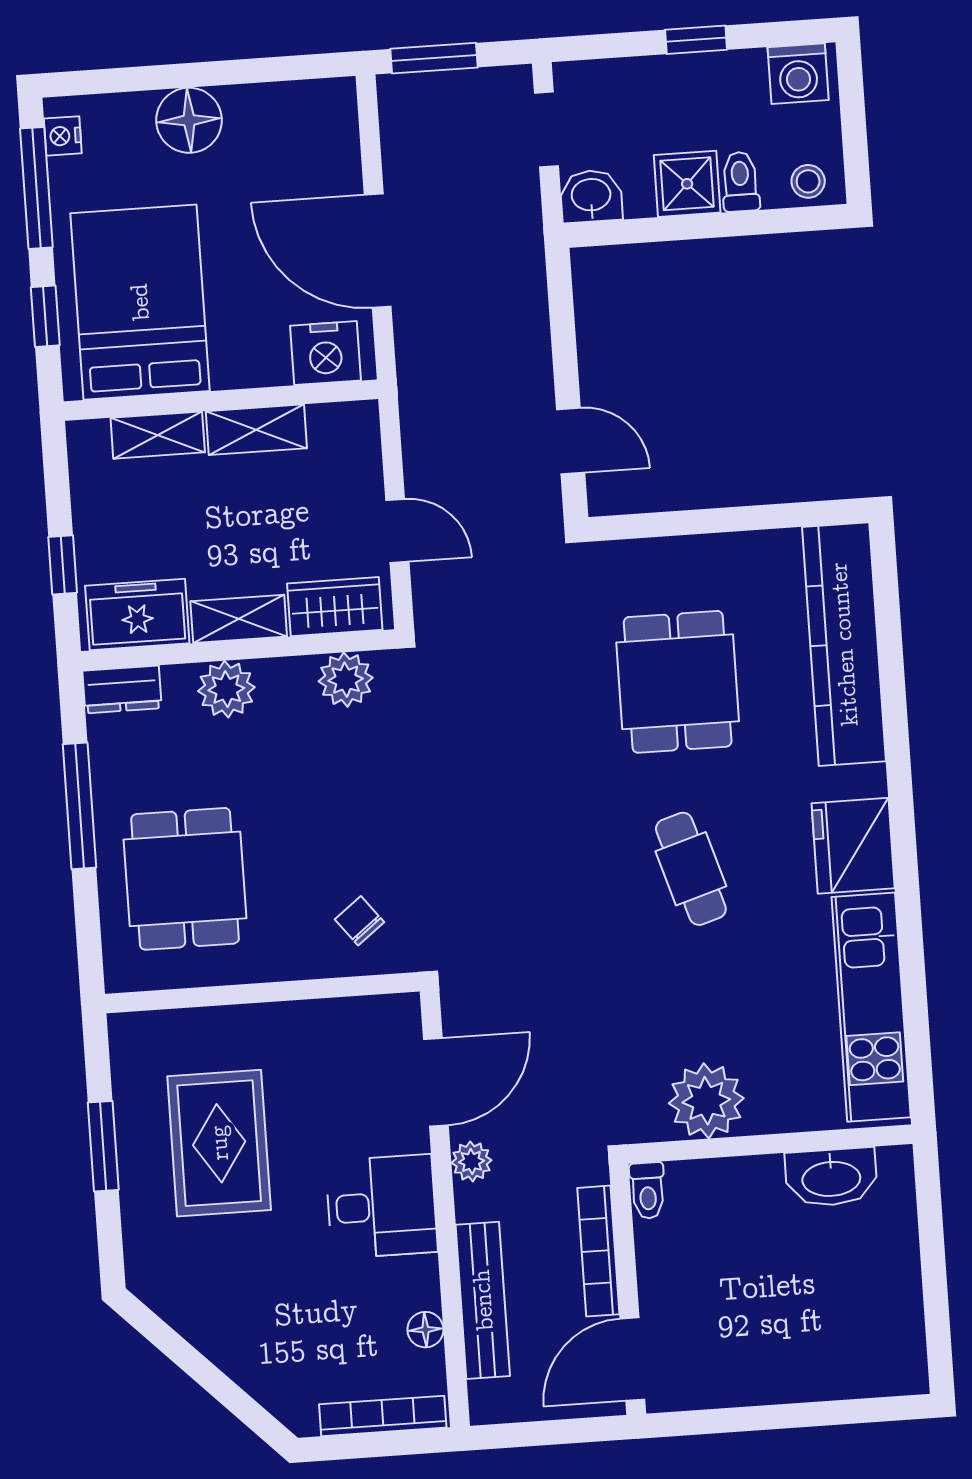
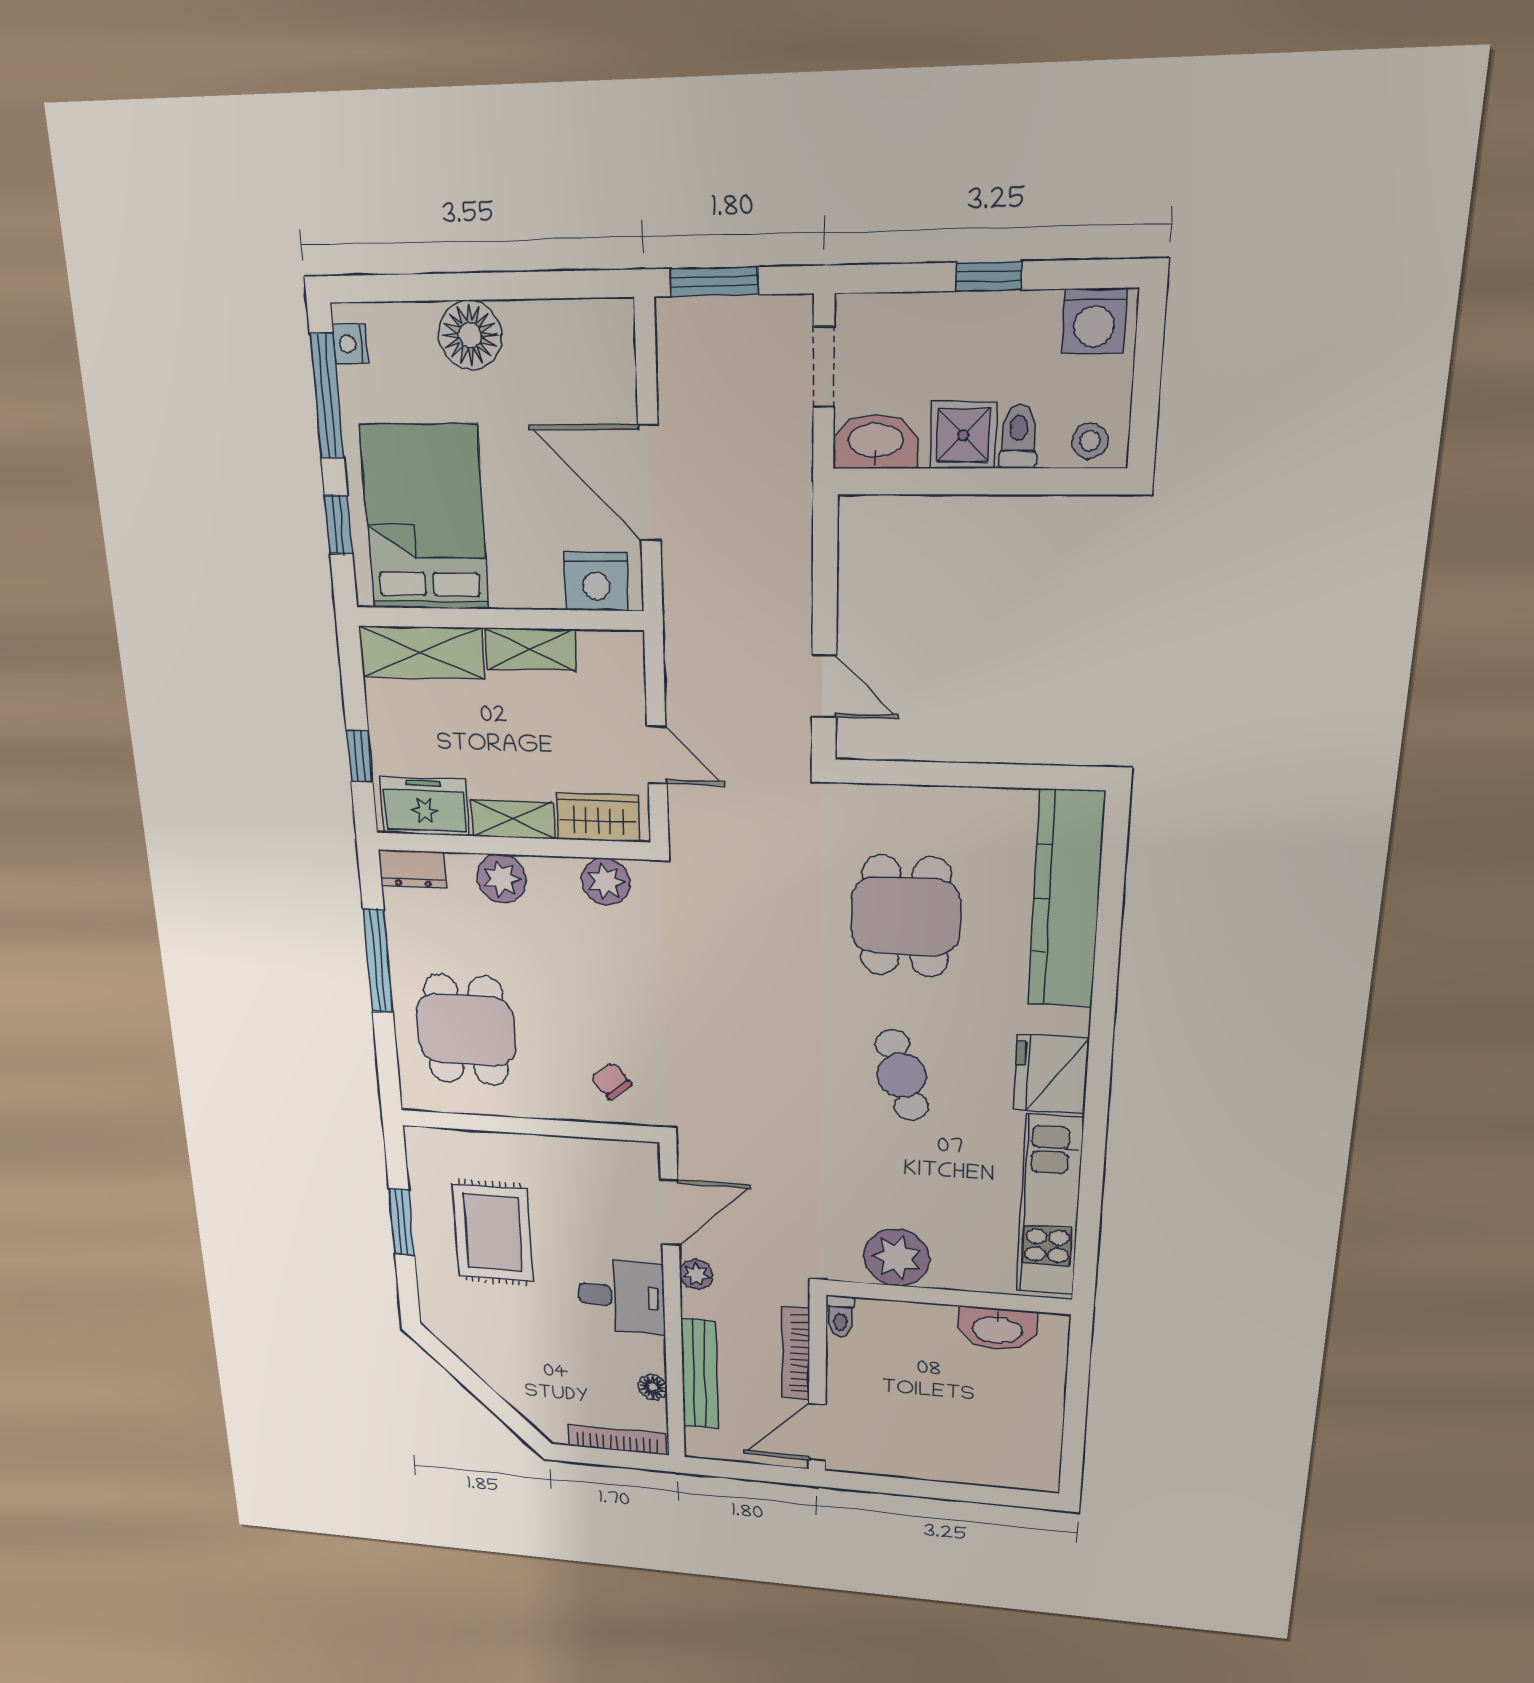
washbasin: (591, 196) -> (876, 442), width x1.38
shelving: (158, 435) -> (422, 652), width x1.50, depth x1.33

